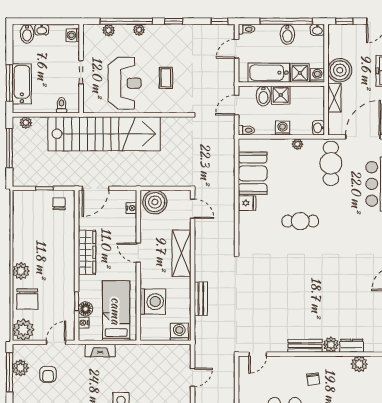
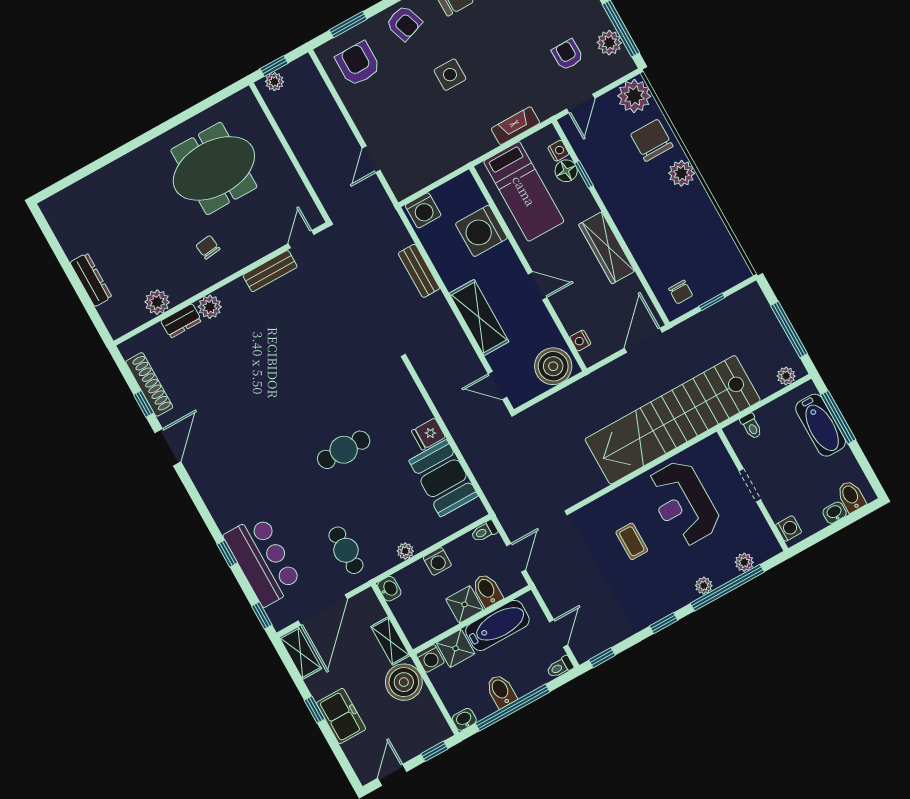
cafe table: (331, 163) -> (346, 550), width x0.73, depth x0.74
bench: (305, 346) -> (270, 271), moved

